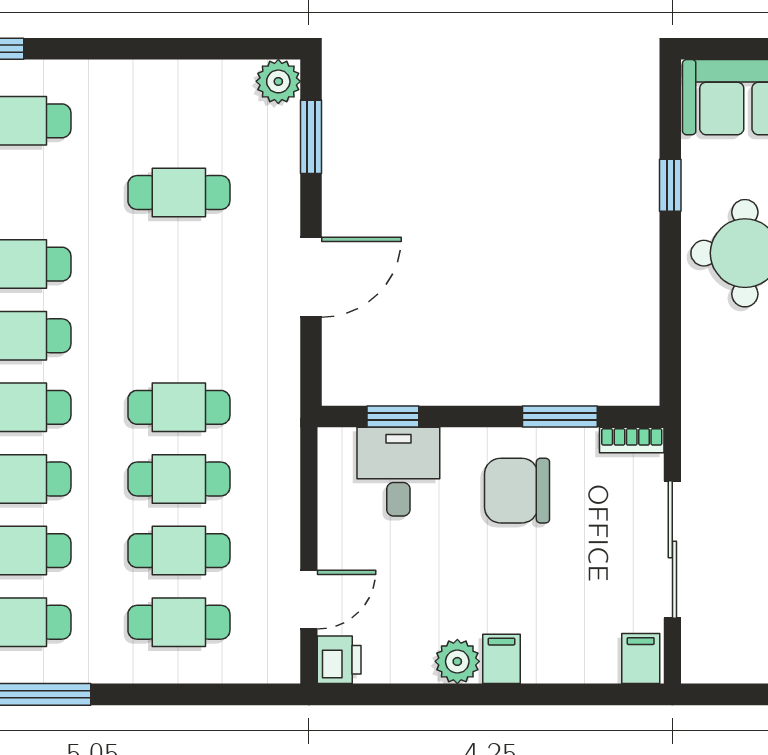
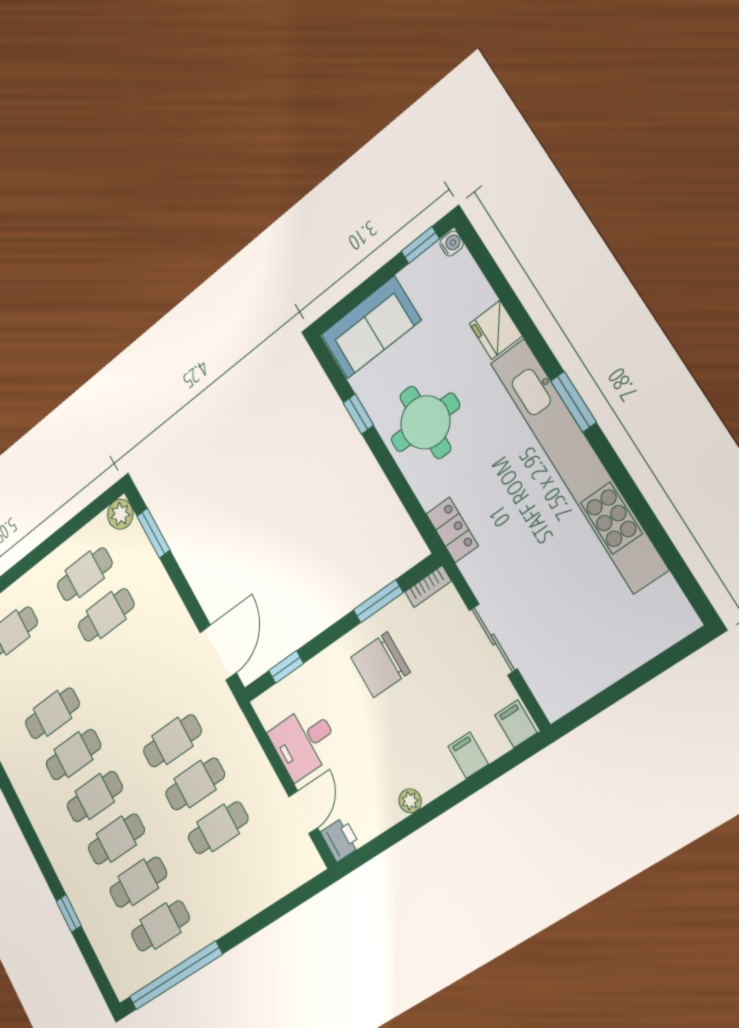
door: (311, 277) -> (218, 652), moved
locker: (701, 396) -> (452, 530), added
desk: (398, 472) -> (304, 742), moved, turned -90
sliding door: (672, 549) -> (493, 640), width x0.73
cafe table: (179, 622) -> (85, 574), moved
filing cabinet: (501, 659) -> (468, 755), moved
plant: (457, 661) -> (410, 801), width x0.73, depth x0.73

